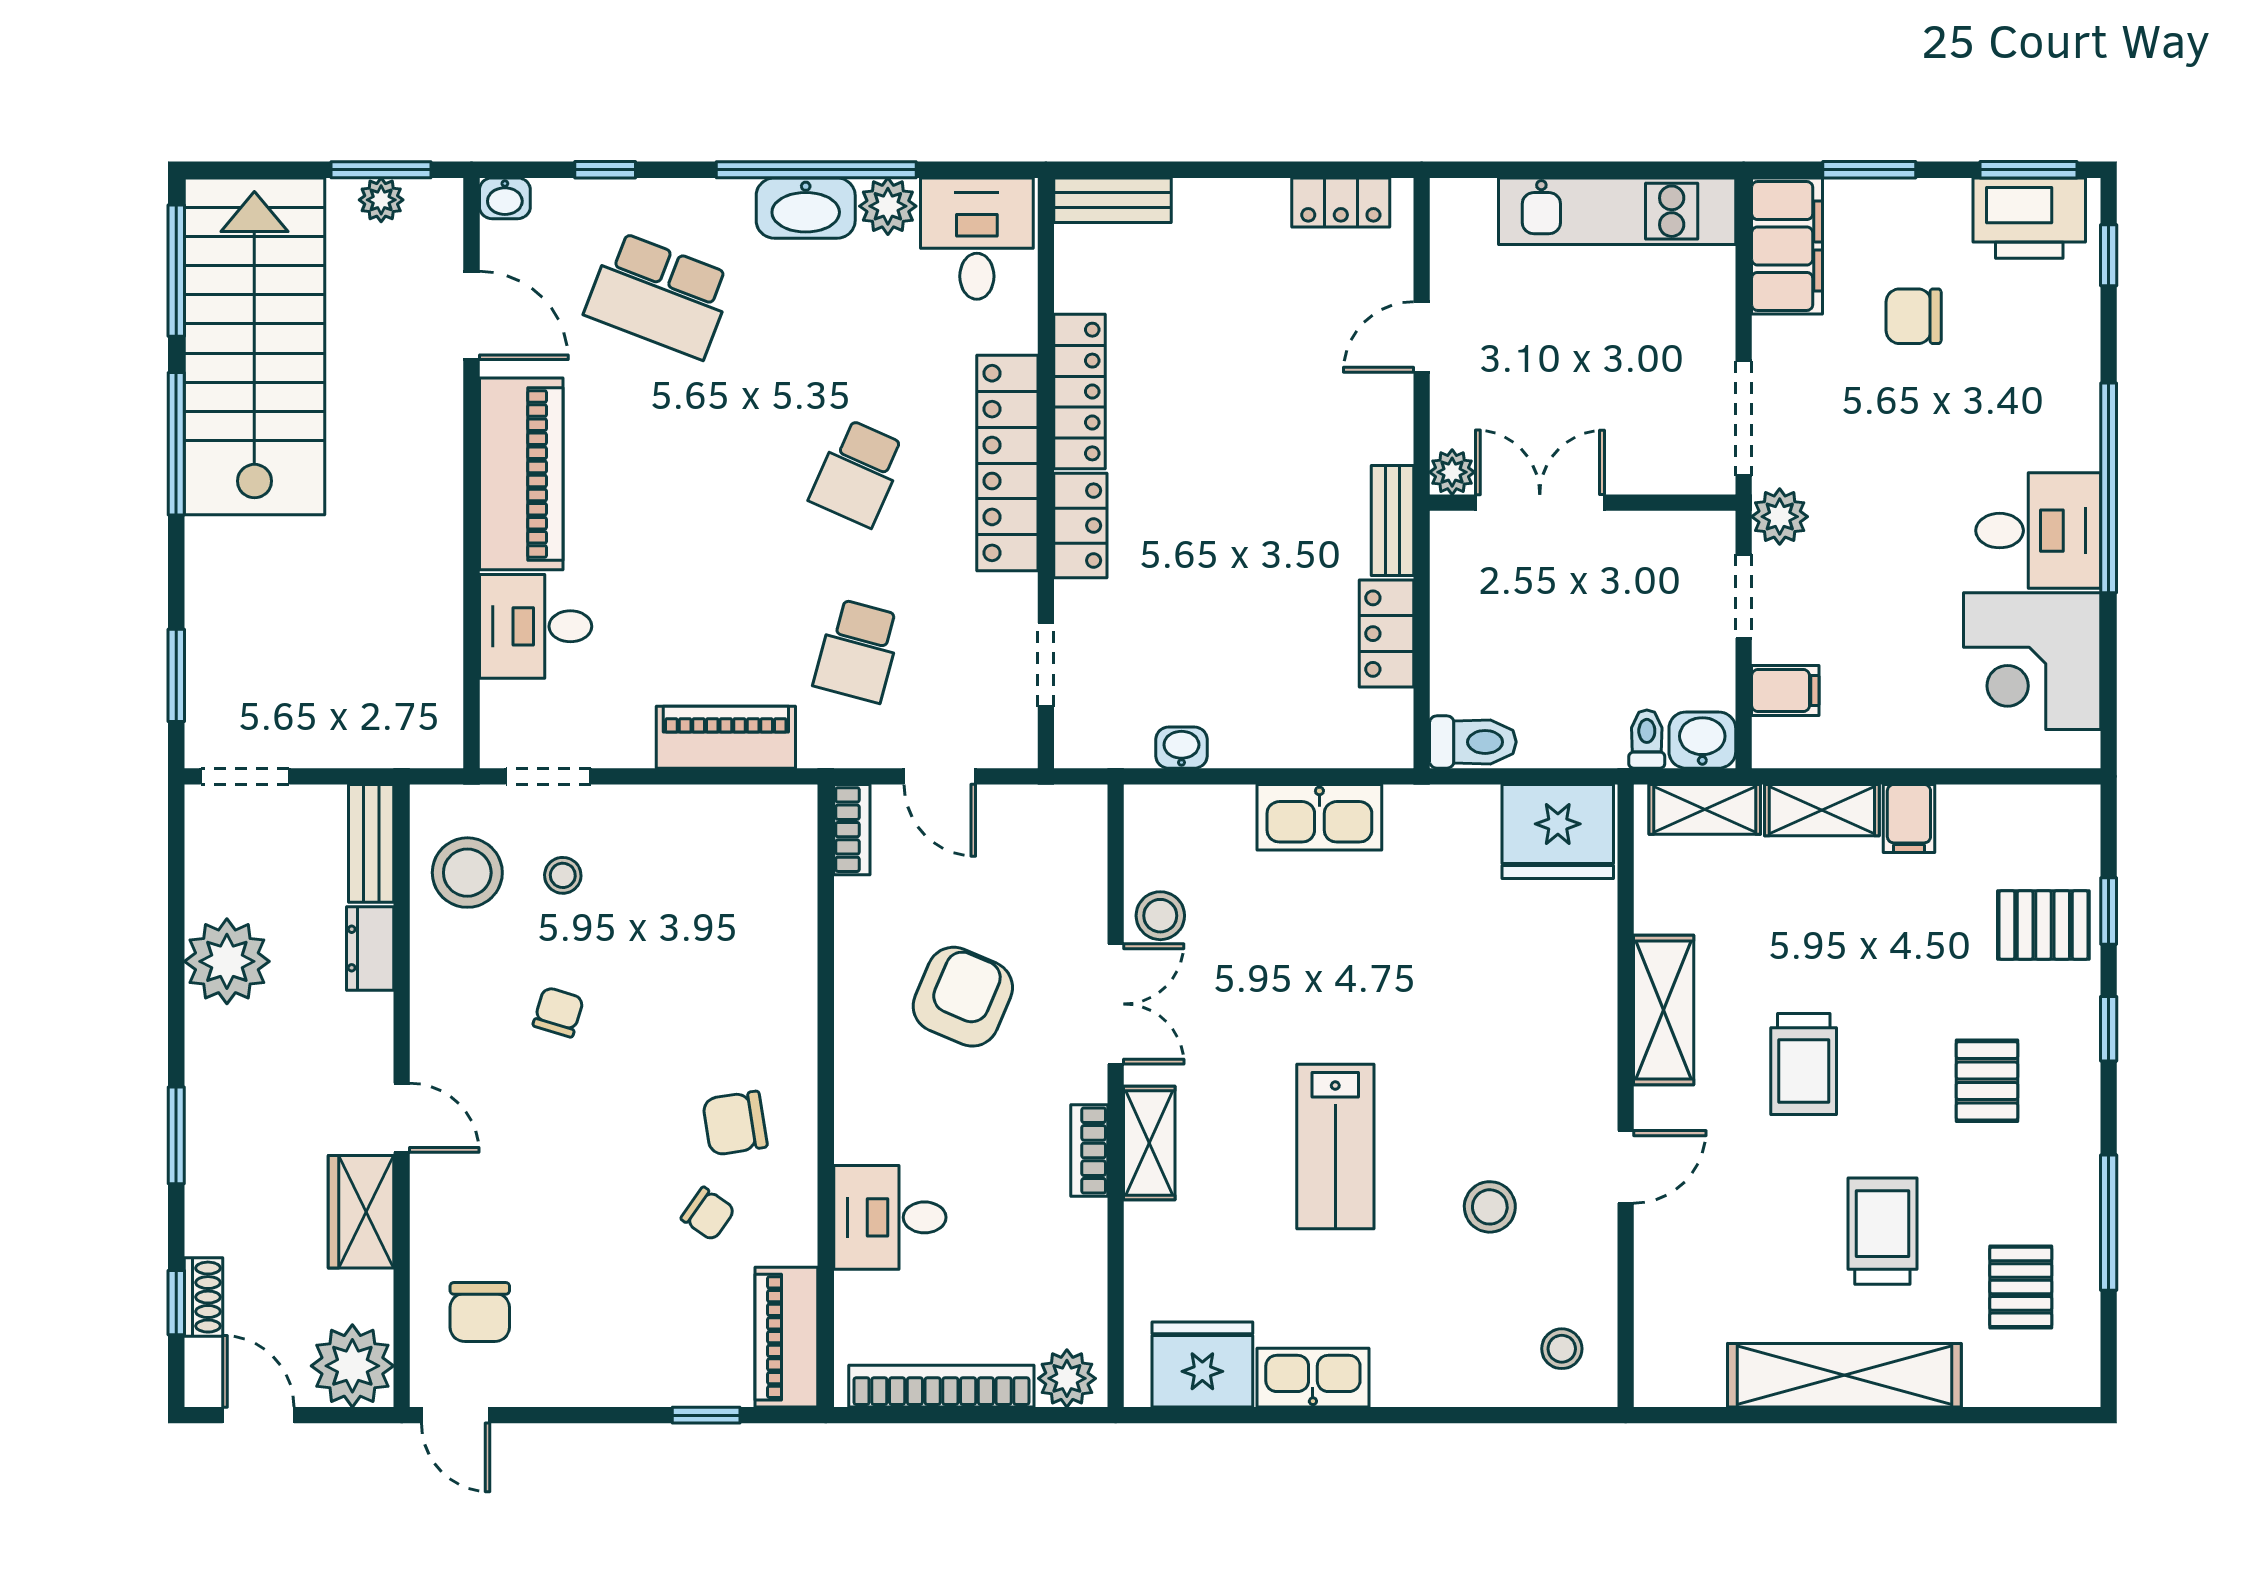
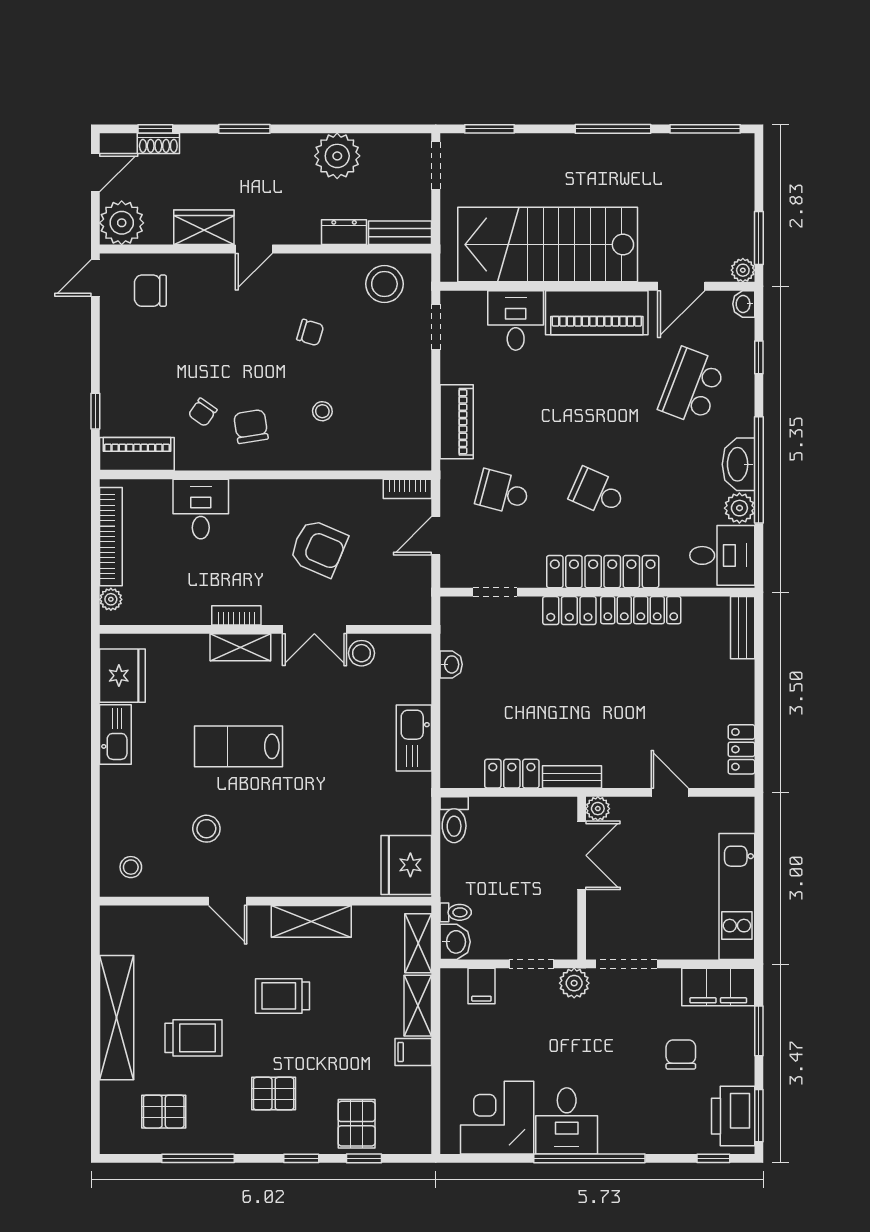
plant: (381, 200) -> (743, 270), moved
stairs: (254, 346) -> (548, 245), moved, turned 180
stool: (563, 875) -> (322, 411), moved
plant: (1067, 1378) -> (111, 599), width x0.73, depth x0.73

